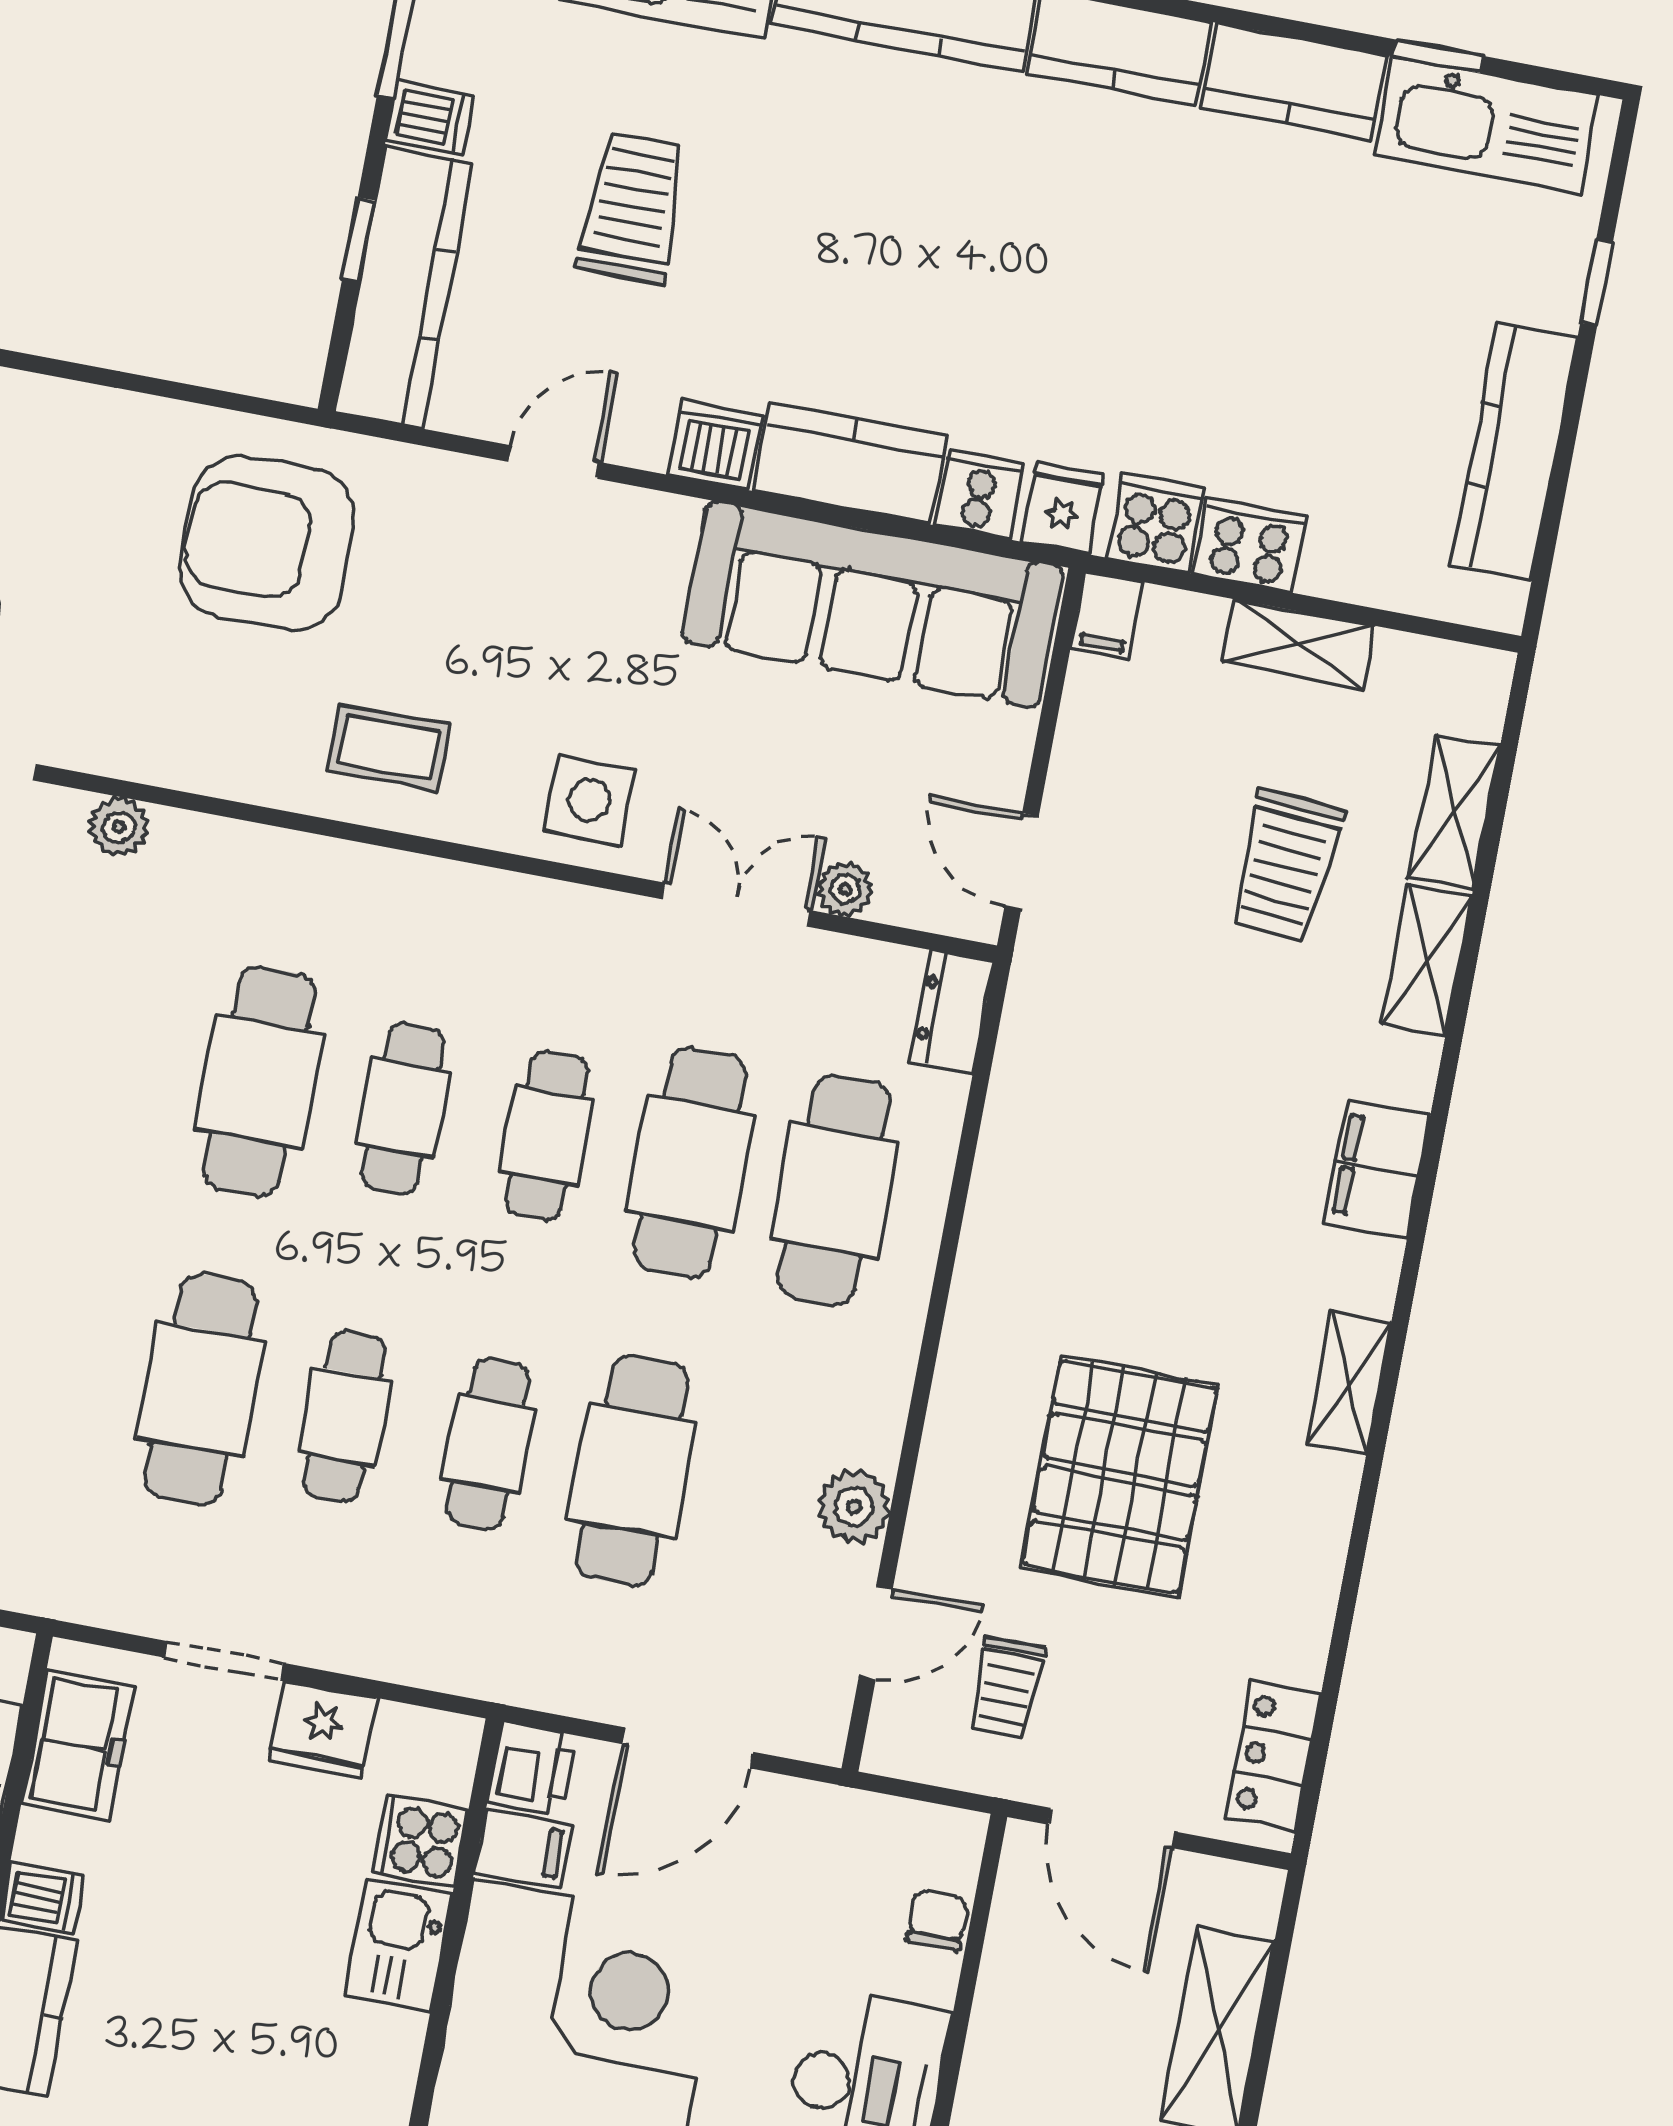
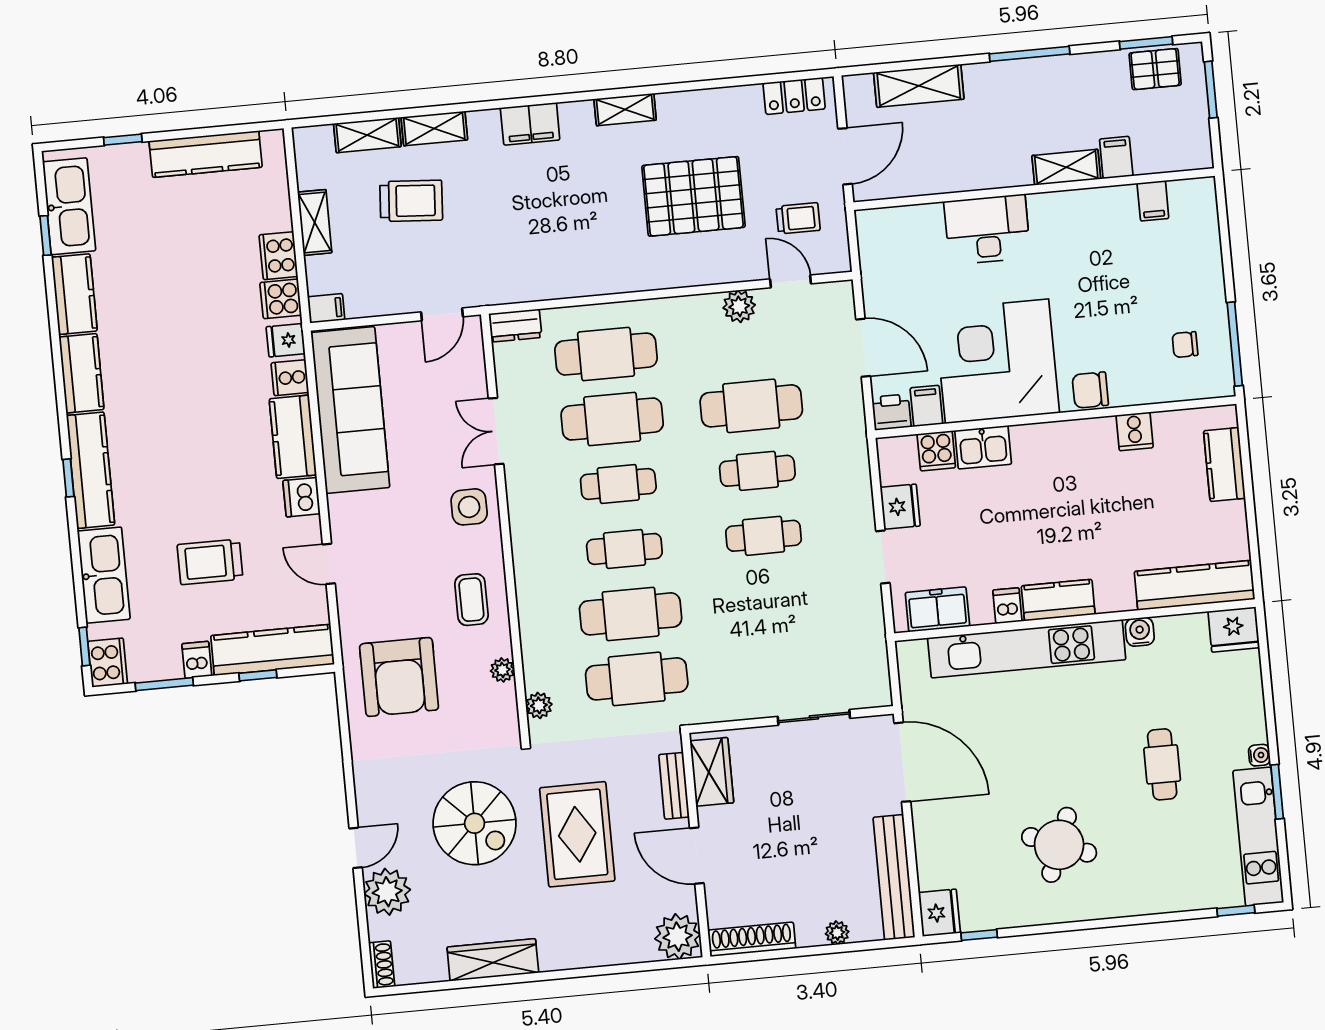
plant: (845, 889) -> (502, 670), moved
cafe table: (201, 1389) -> (637, 679), moved
chair: (937, 1921) -> (906, 220), removed

